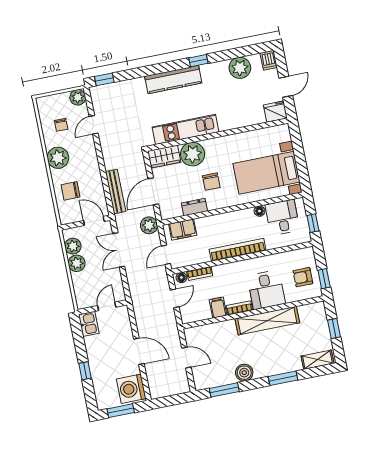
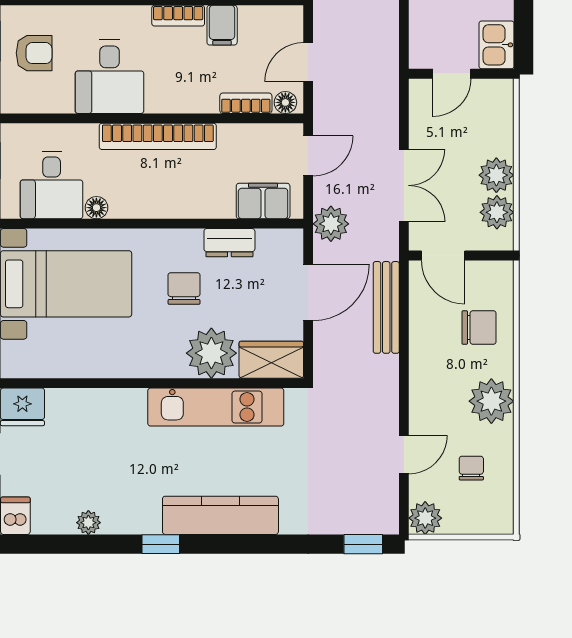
plant: (240, 68) -> (88, 523), width x0.53, depth x0.53
desk: (266, 290) -> (110, 77), moved, turned 180

